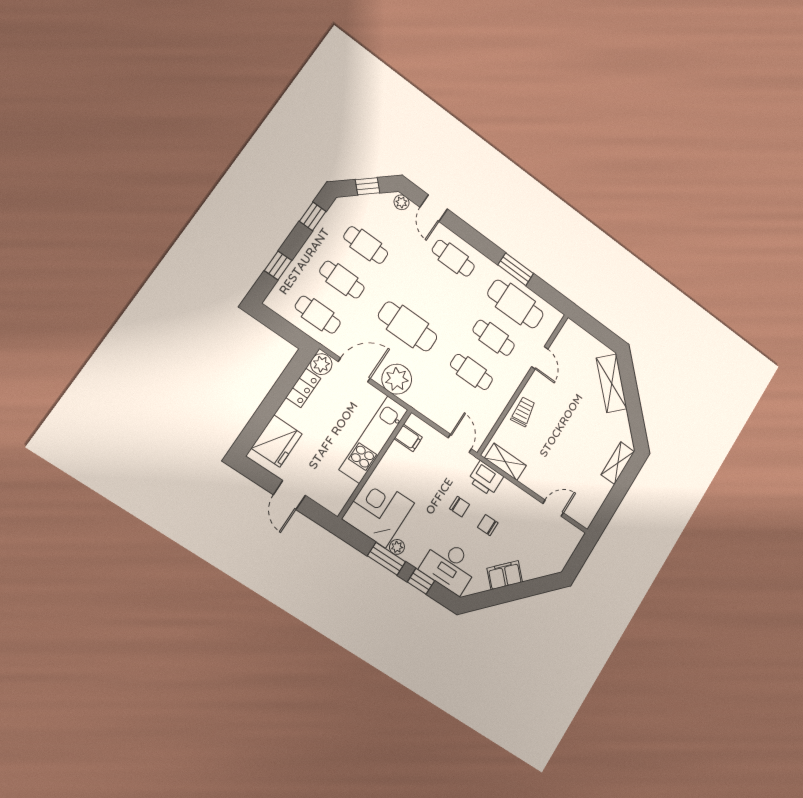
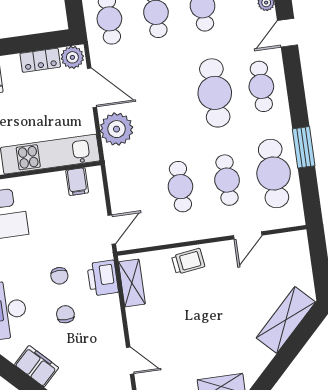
cafe table: (408, 326) -> (215, 93), moved

